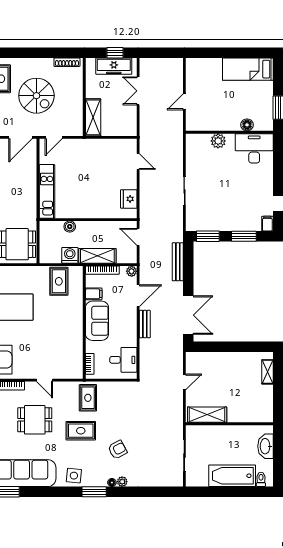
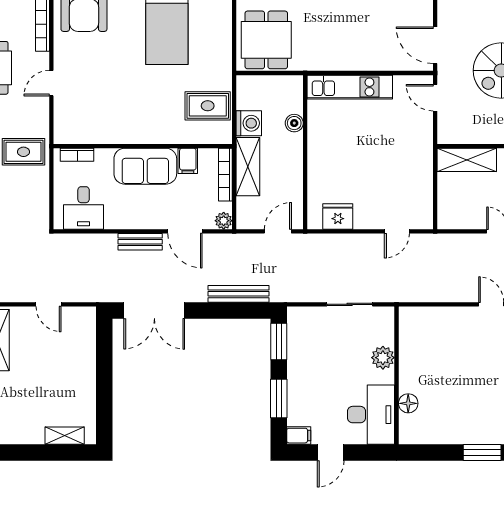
floor lamp: (247, 125) -> (408, 403), moved
wall: (229, 132) -> (396, 375), moved
plant: (218, 141) -> (383, 358), moved
desk: (254, 148) -> (371, 415), moved

